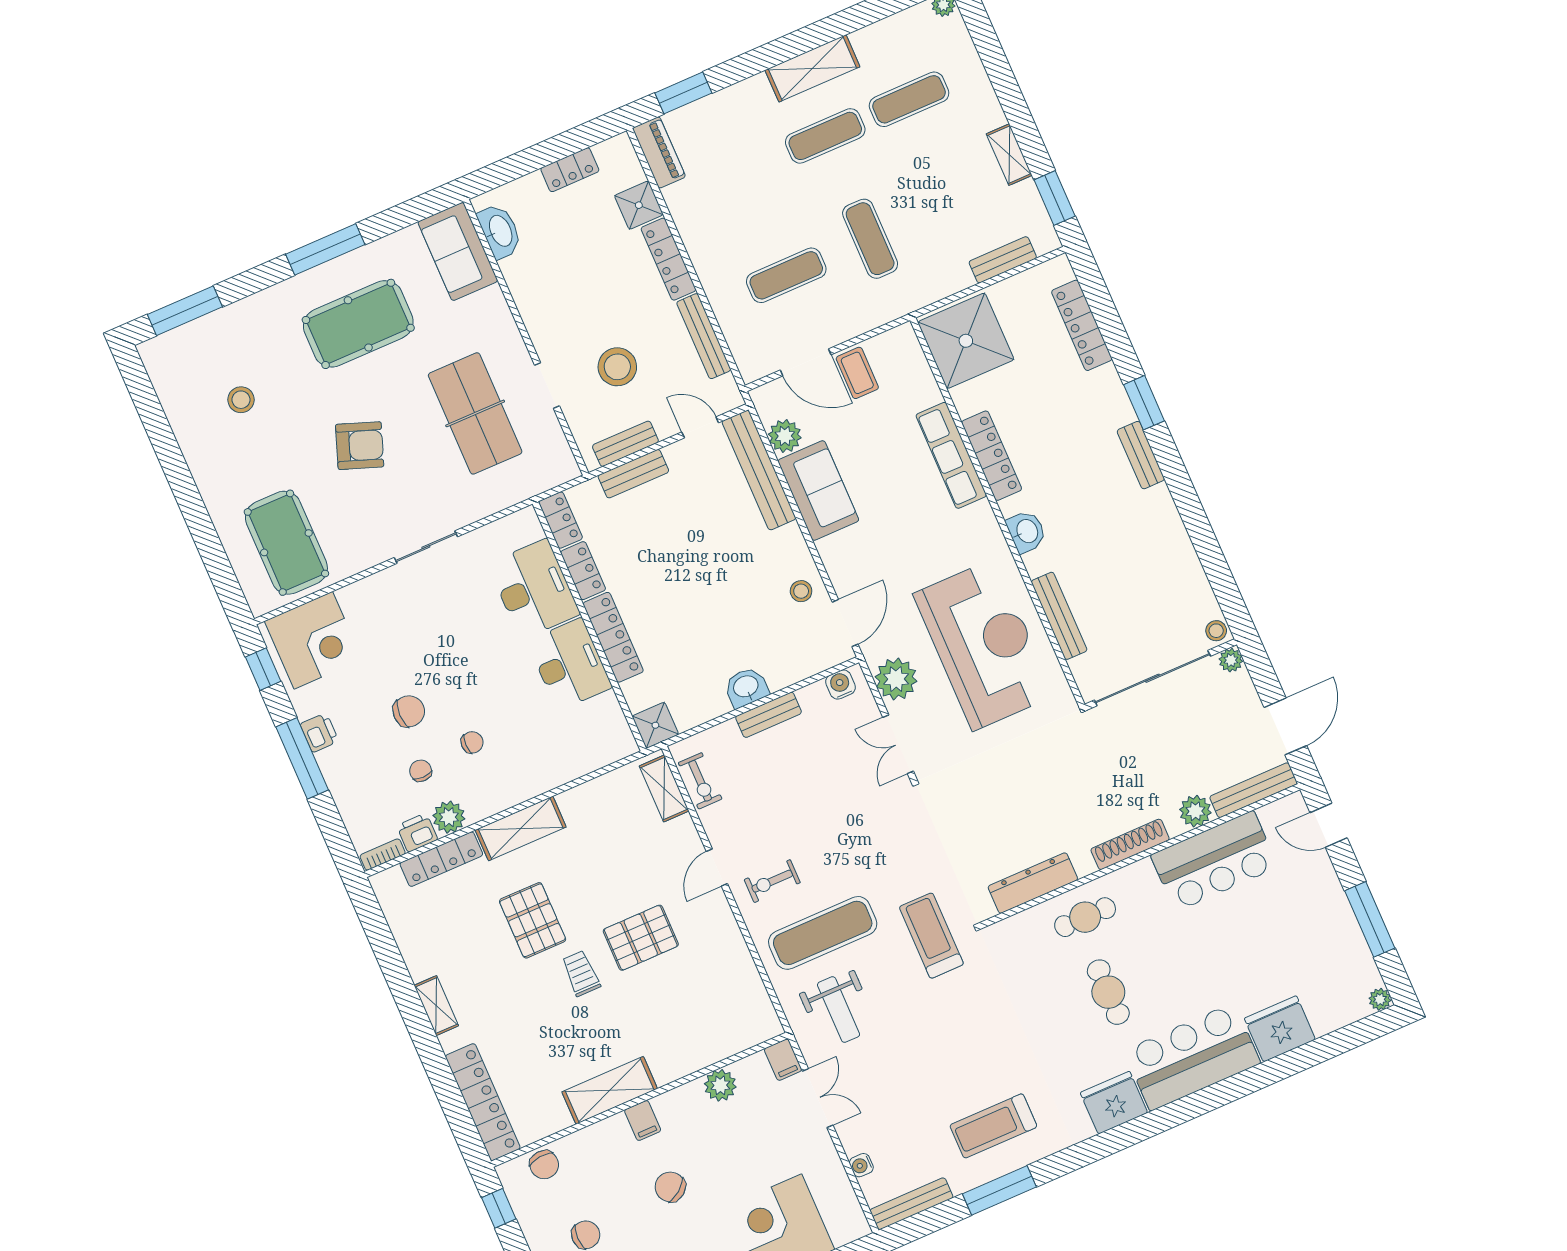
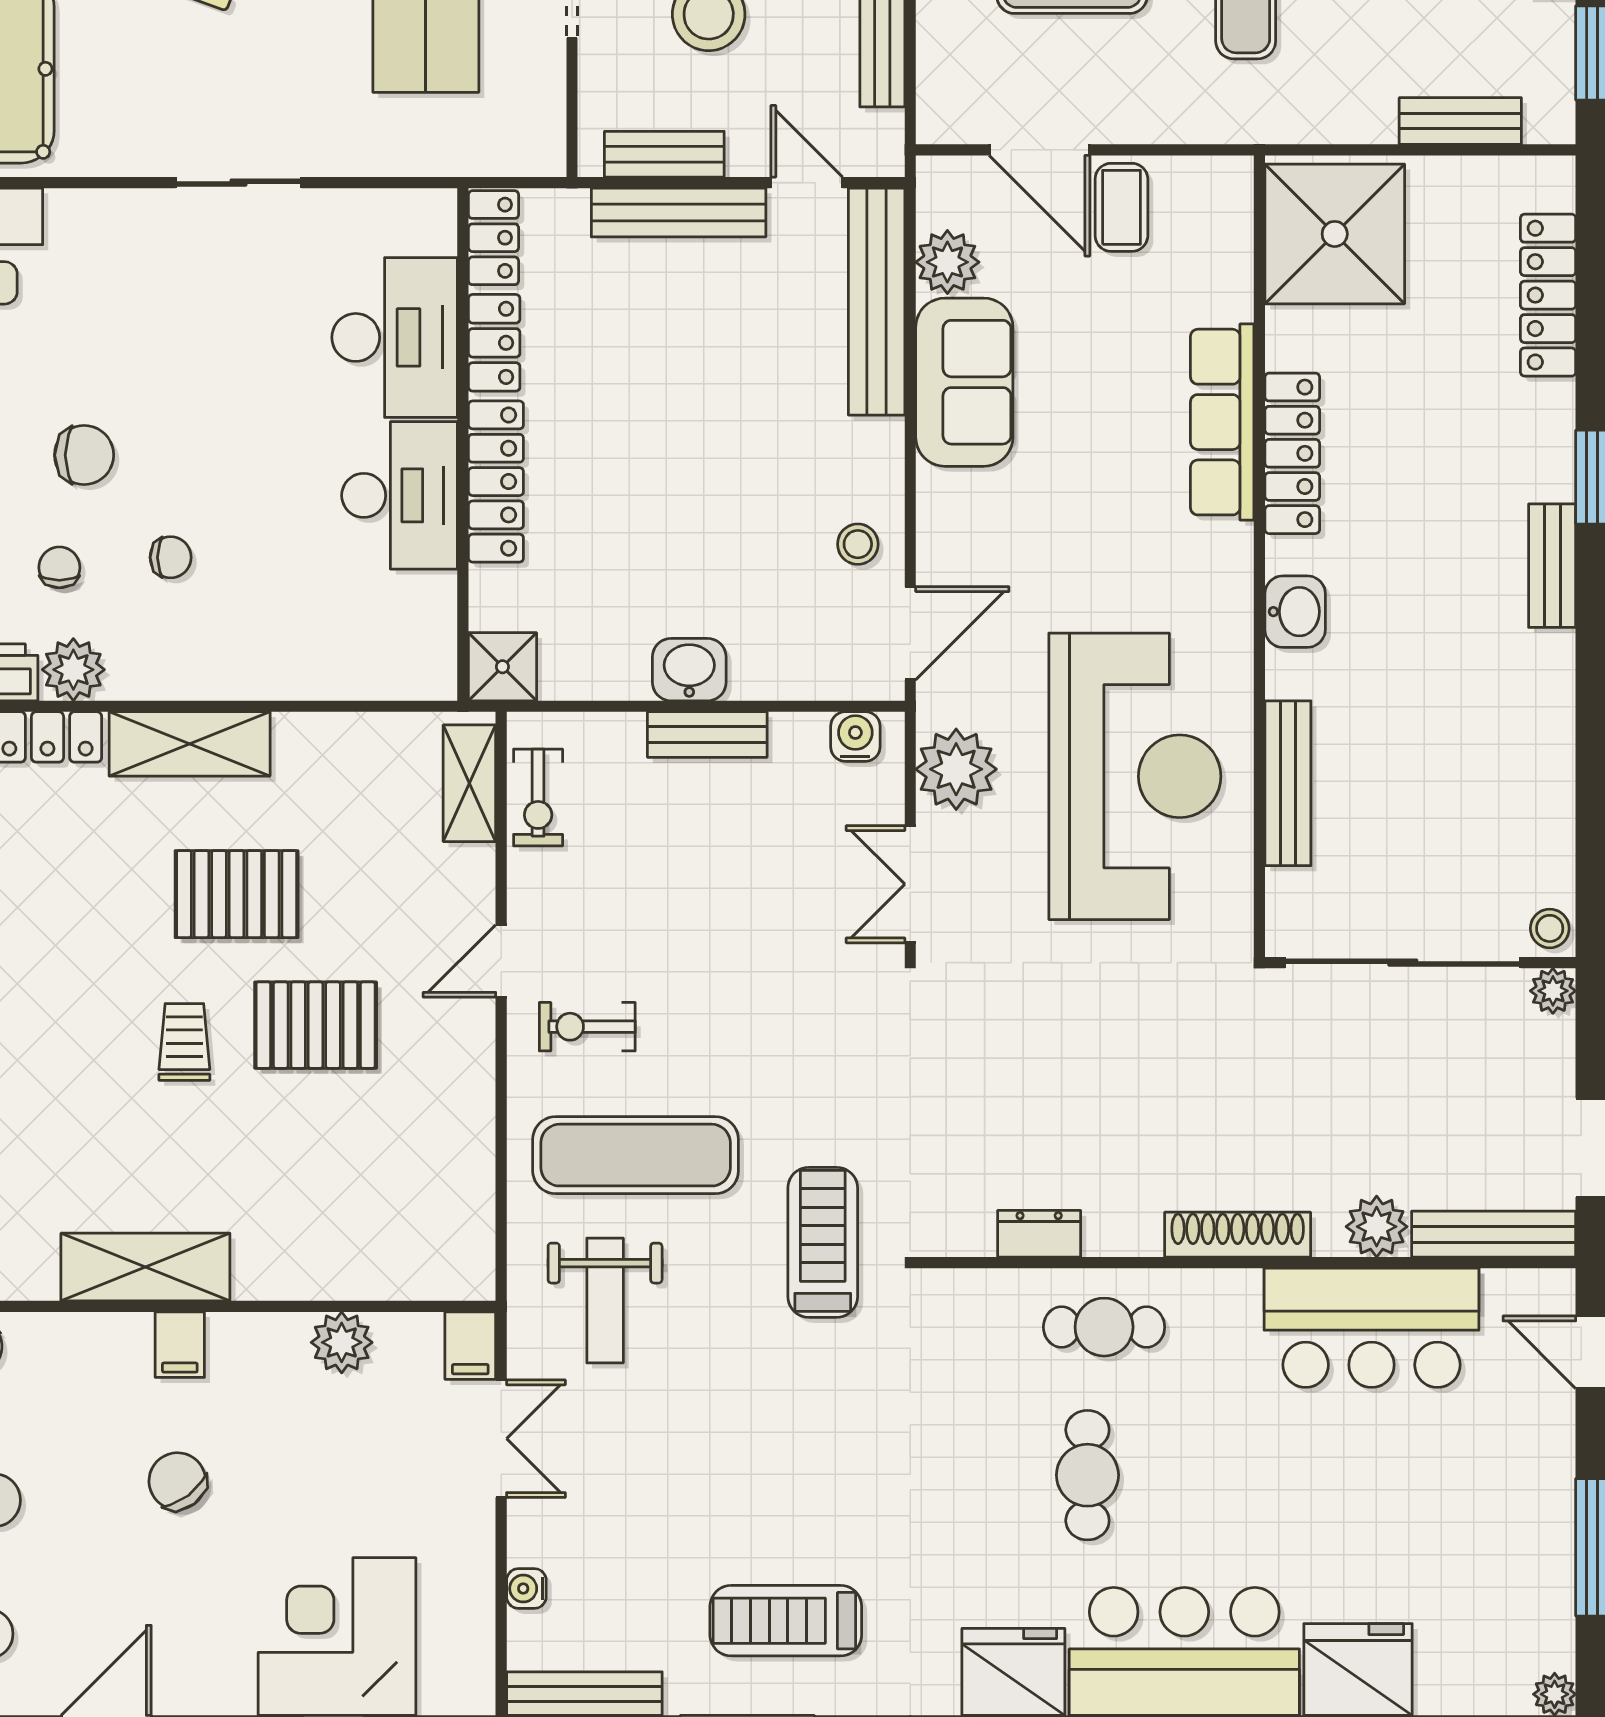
bench: (633, 474) -> (679, 212), width x1.36
dresser: (1033, 883) -> (1039, 1234), width x0.51, depth x0.80
pallet: (533, 920) -> (237, 894), moved, turned 90

